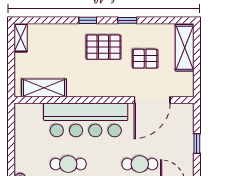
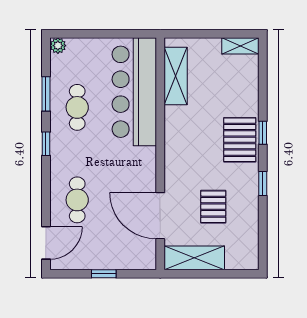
pallet: (103, 47) -> (240, 140), moved
shelving: (185, 48) -> (194, 258), moved
bar counter: (86, 120) -> (134, 92), moved

